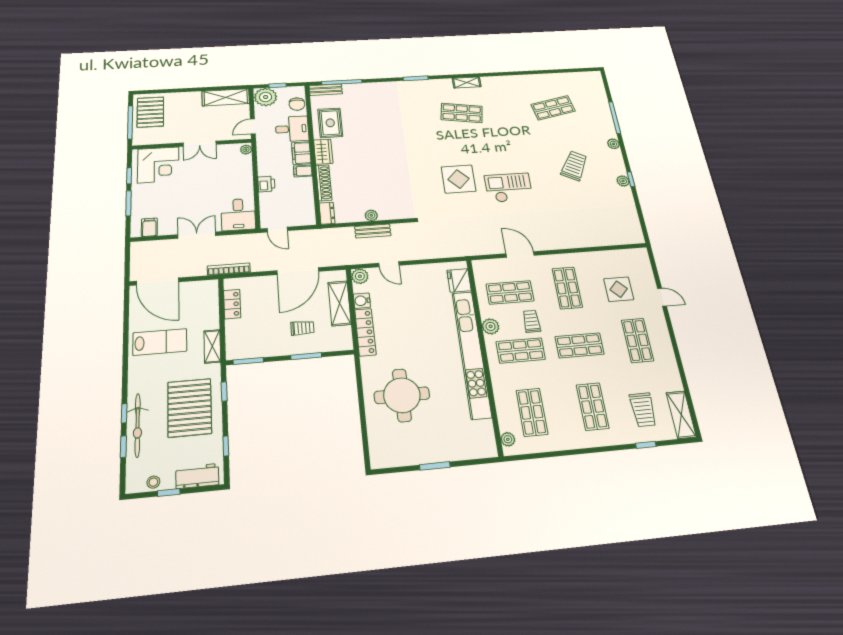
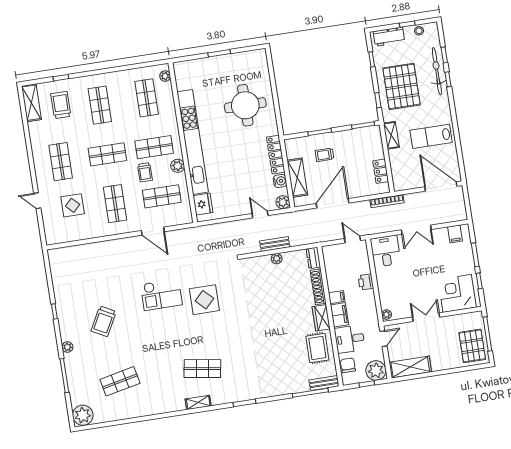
plant: (623, 181) -> (83, 415), moved, width x1.88, depth x1.88

